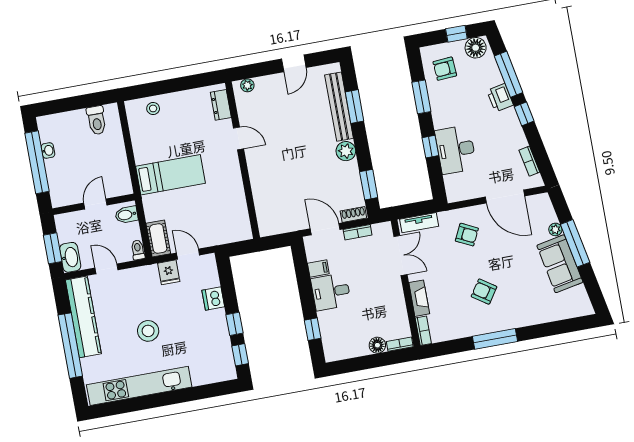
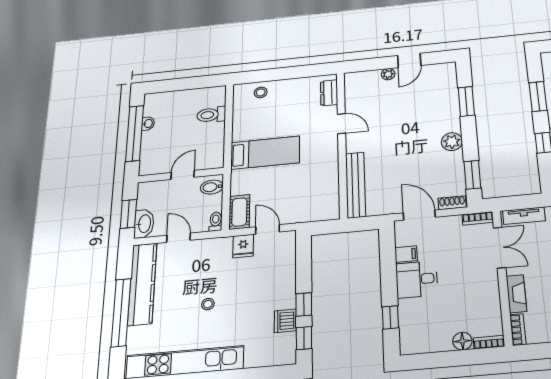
plant: (247, 85) -> (388, 74), moved
bench: (339, 107) -> (356, 185), moved
toilet: (96, 120) -> (211, 115), moved, turned 90
bookcase: (358, 232) -> (478, 218), moved
dishwasher: (213, 299) -> (285, 321), moved
stool: (148, 331) -> (208, 304), width x0.53, depth x0.53

